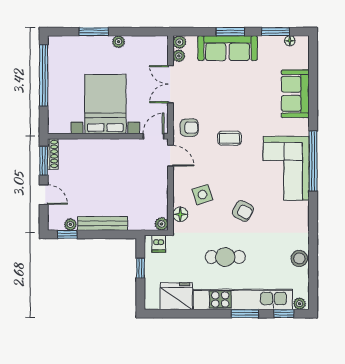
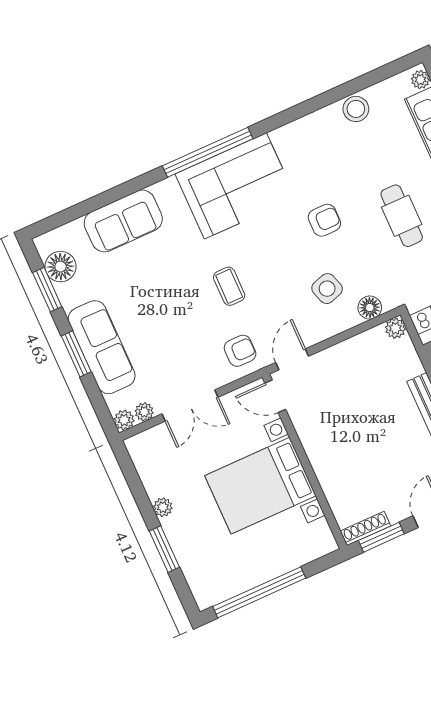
floor lamp: (290, 41) -> (61, 267), width x1.89, depth x1.89
armchair: (189, 128) -> (240, 351), turned 90
armchair: (243, 211) -> (324, 220), turned 62

